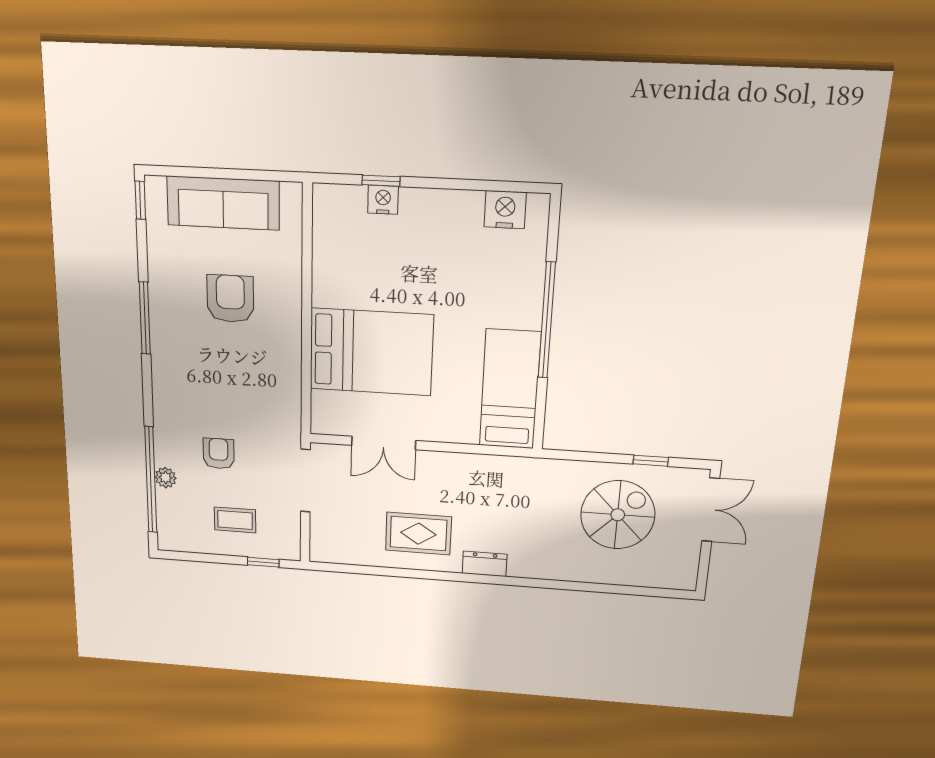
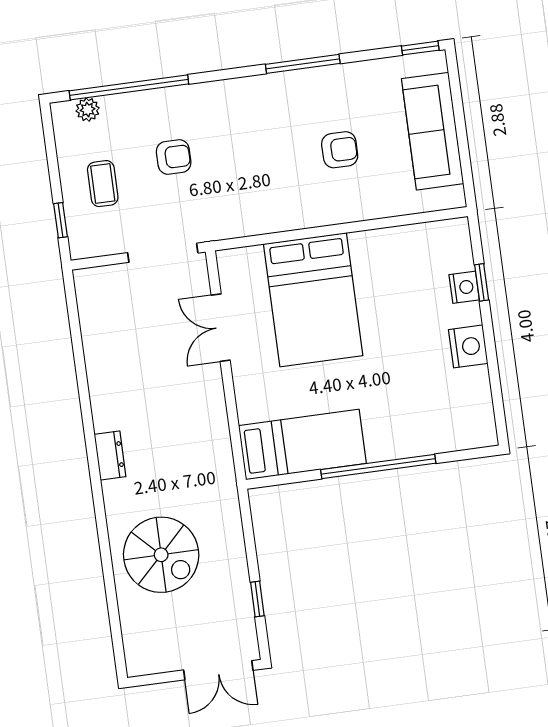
nightstand: (505, 210) -> (468, 346), moved
armchair: (230, 299) -> (340, 150), width x0.72, depth x0.72
plant: (166, 478) -> (88, 110), moved
spiral stairs: (618, 515) -> (161, 555), moved
rug: (418, 534) -> (129, 380), removed

